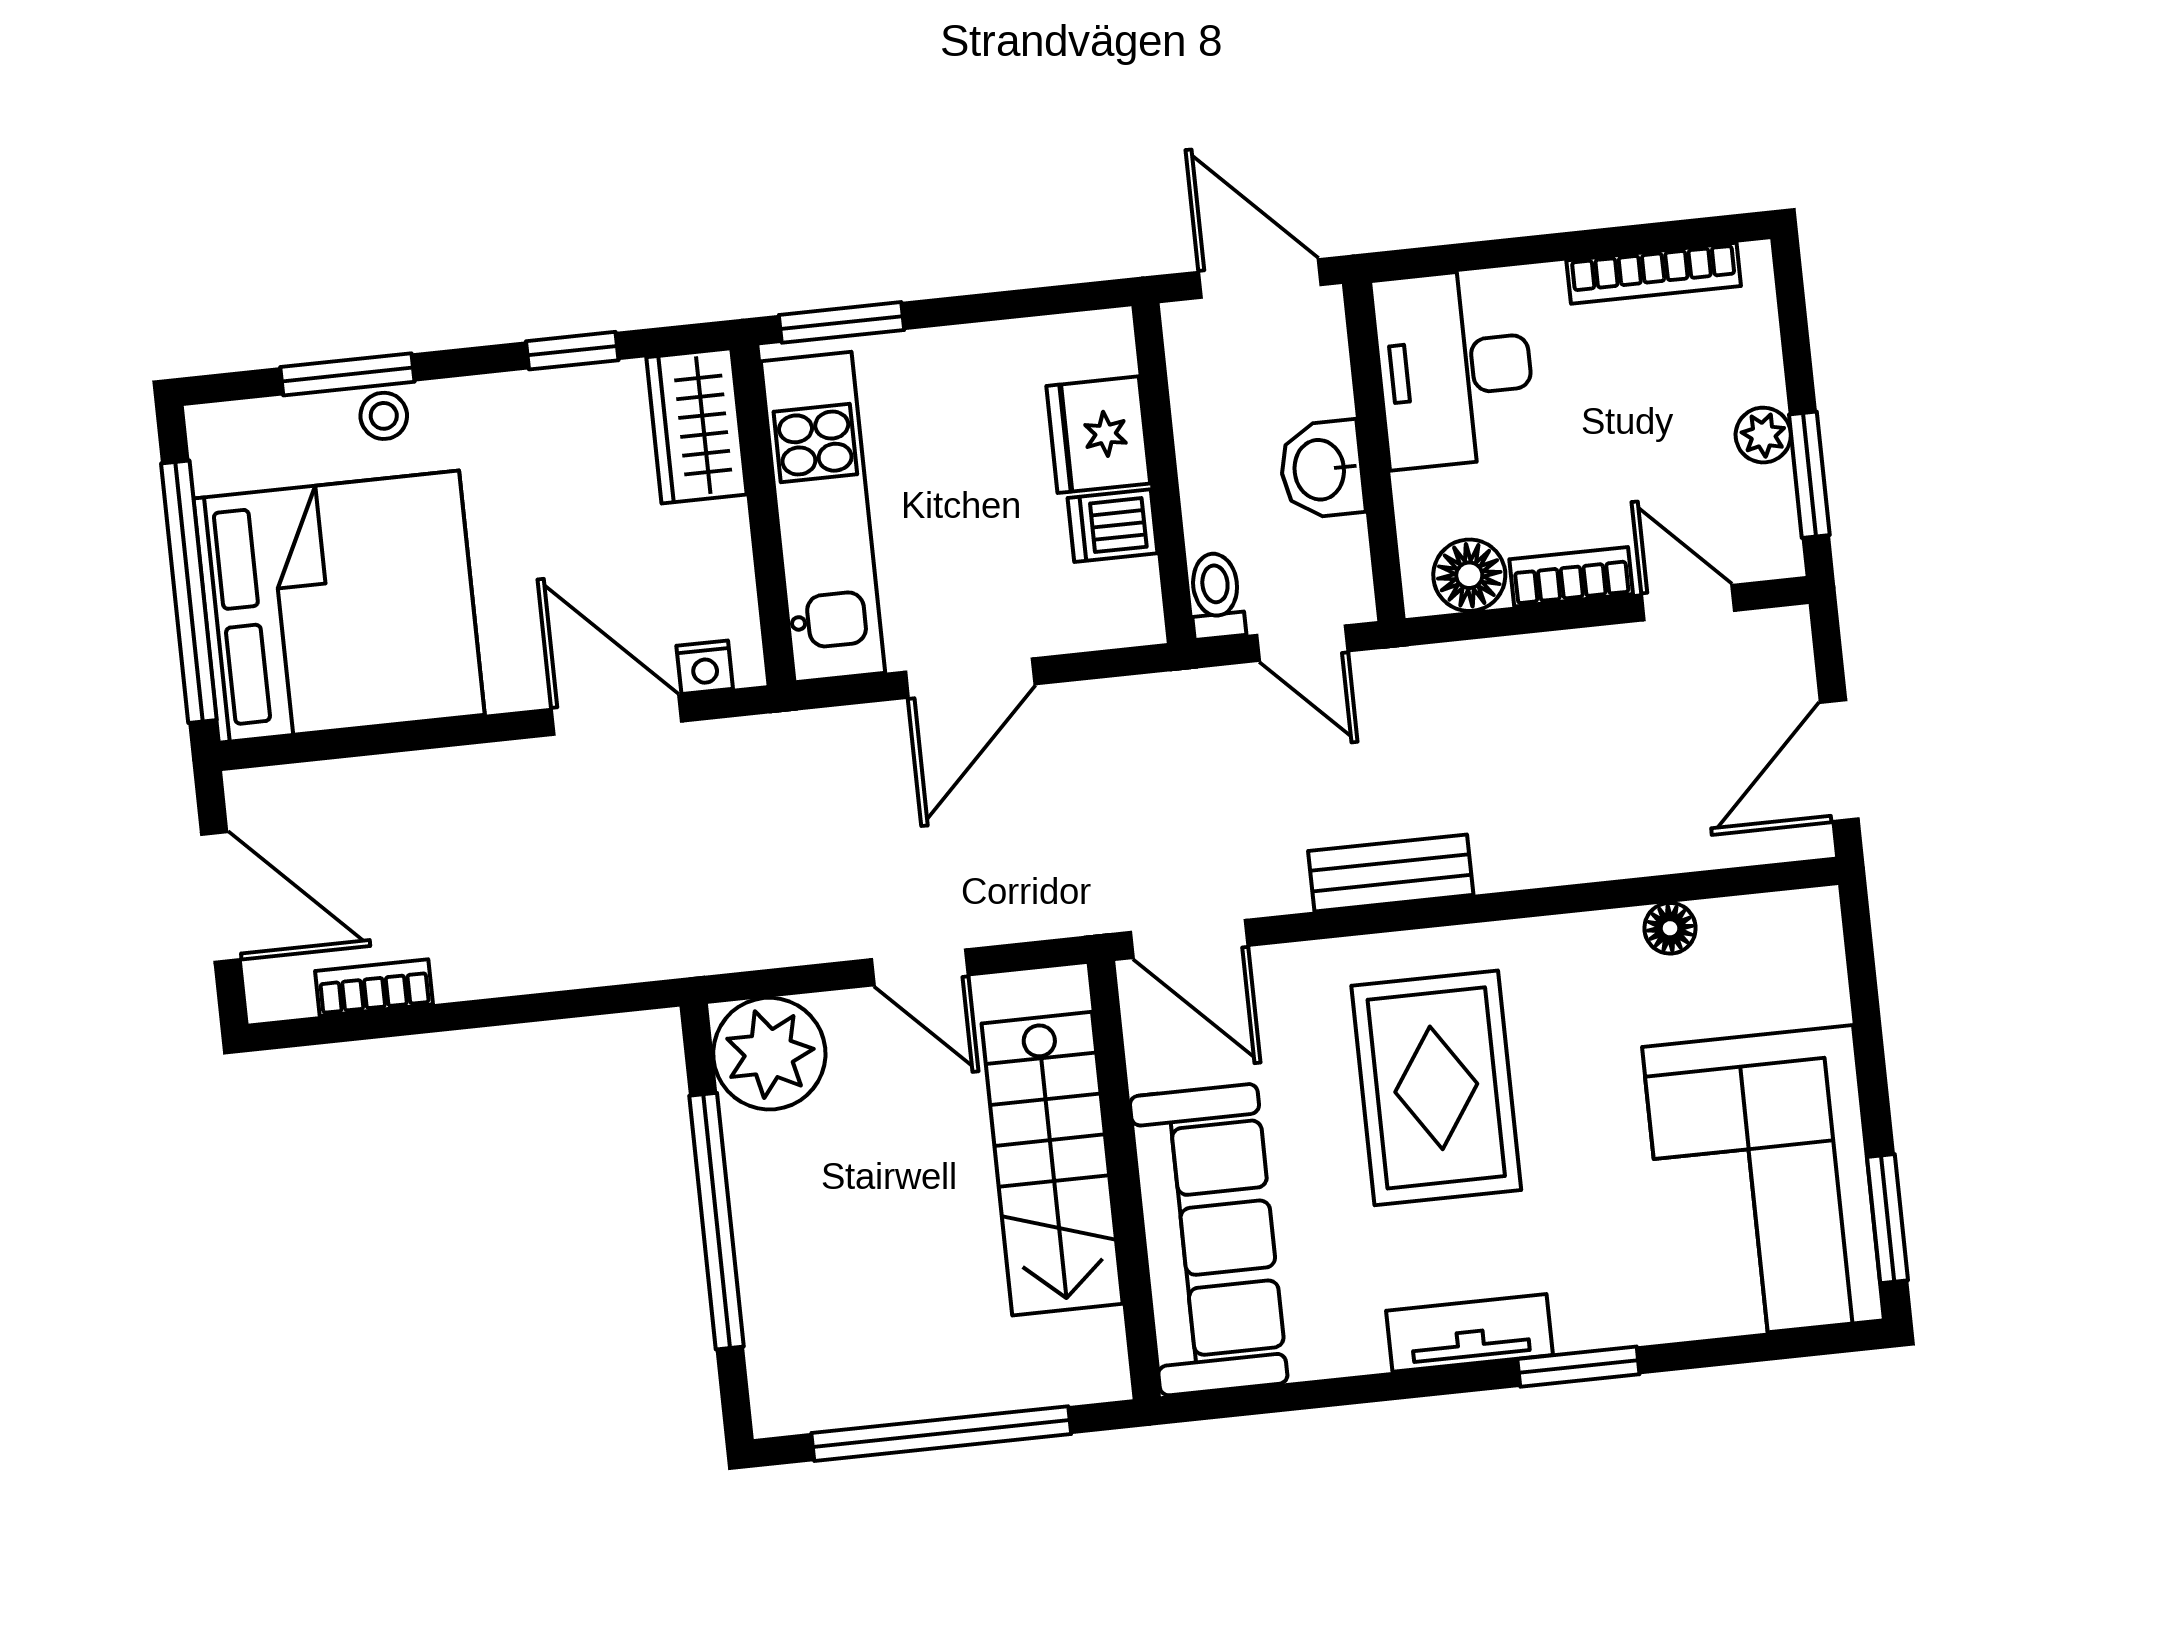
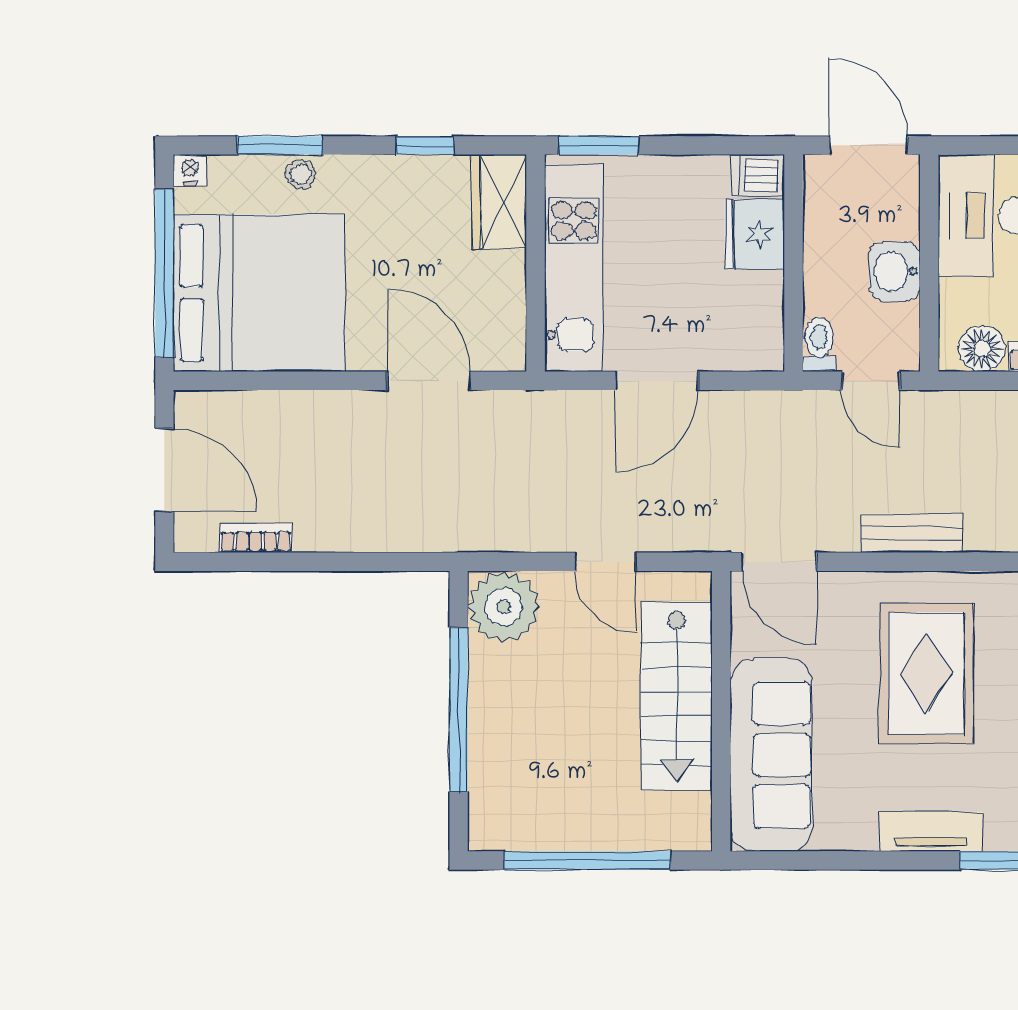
dishwasher: (1113, 526) -> (758, 175), moved
nightstand: (705, 667) -> (190, 170), moved, turned 180

